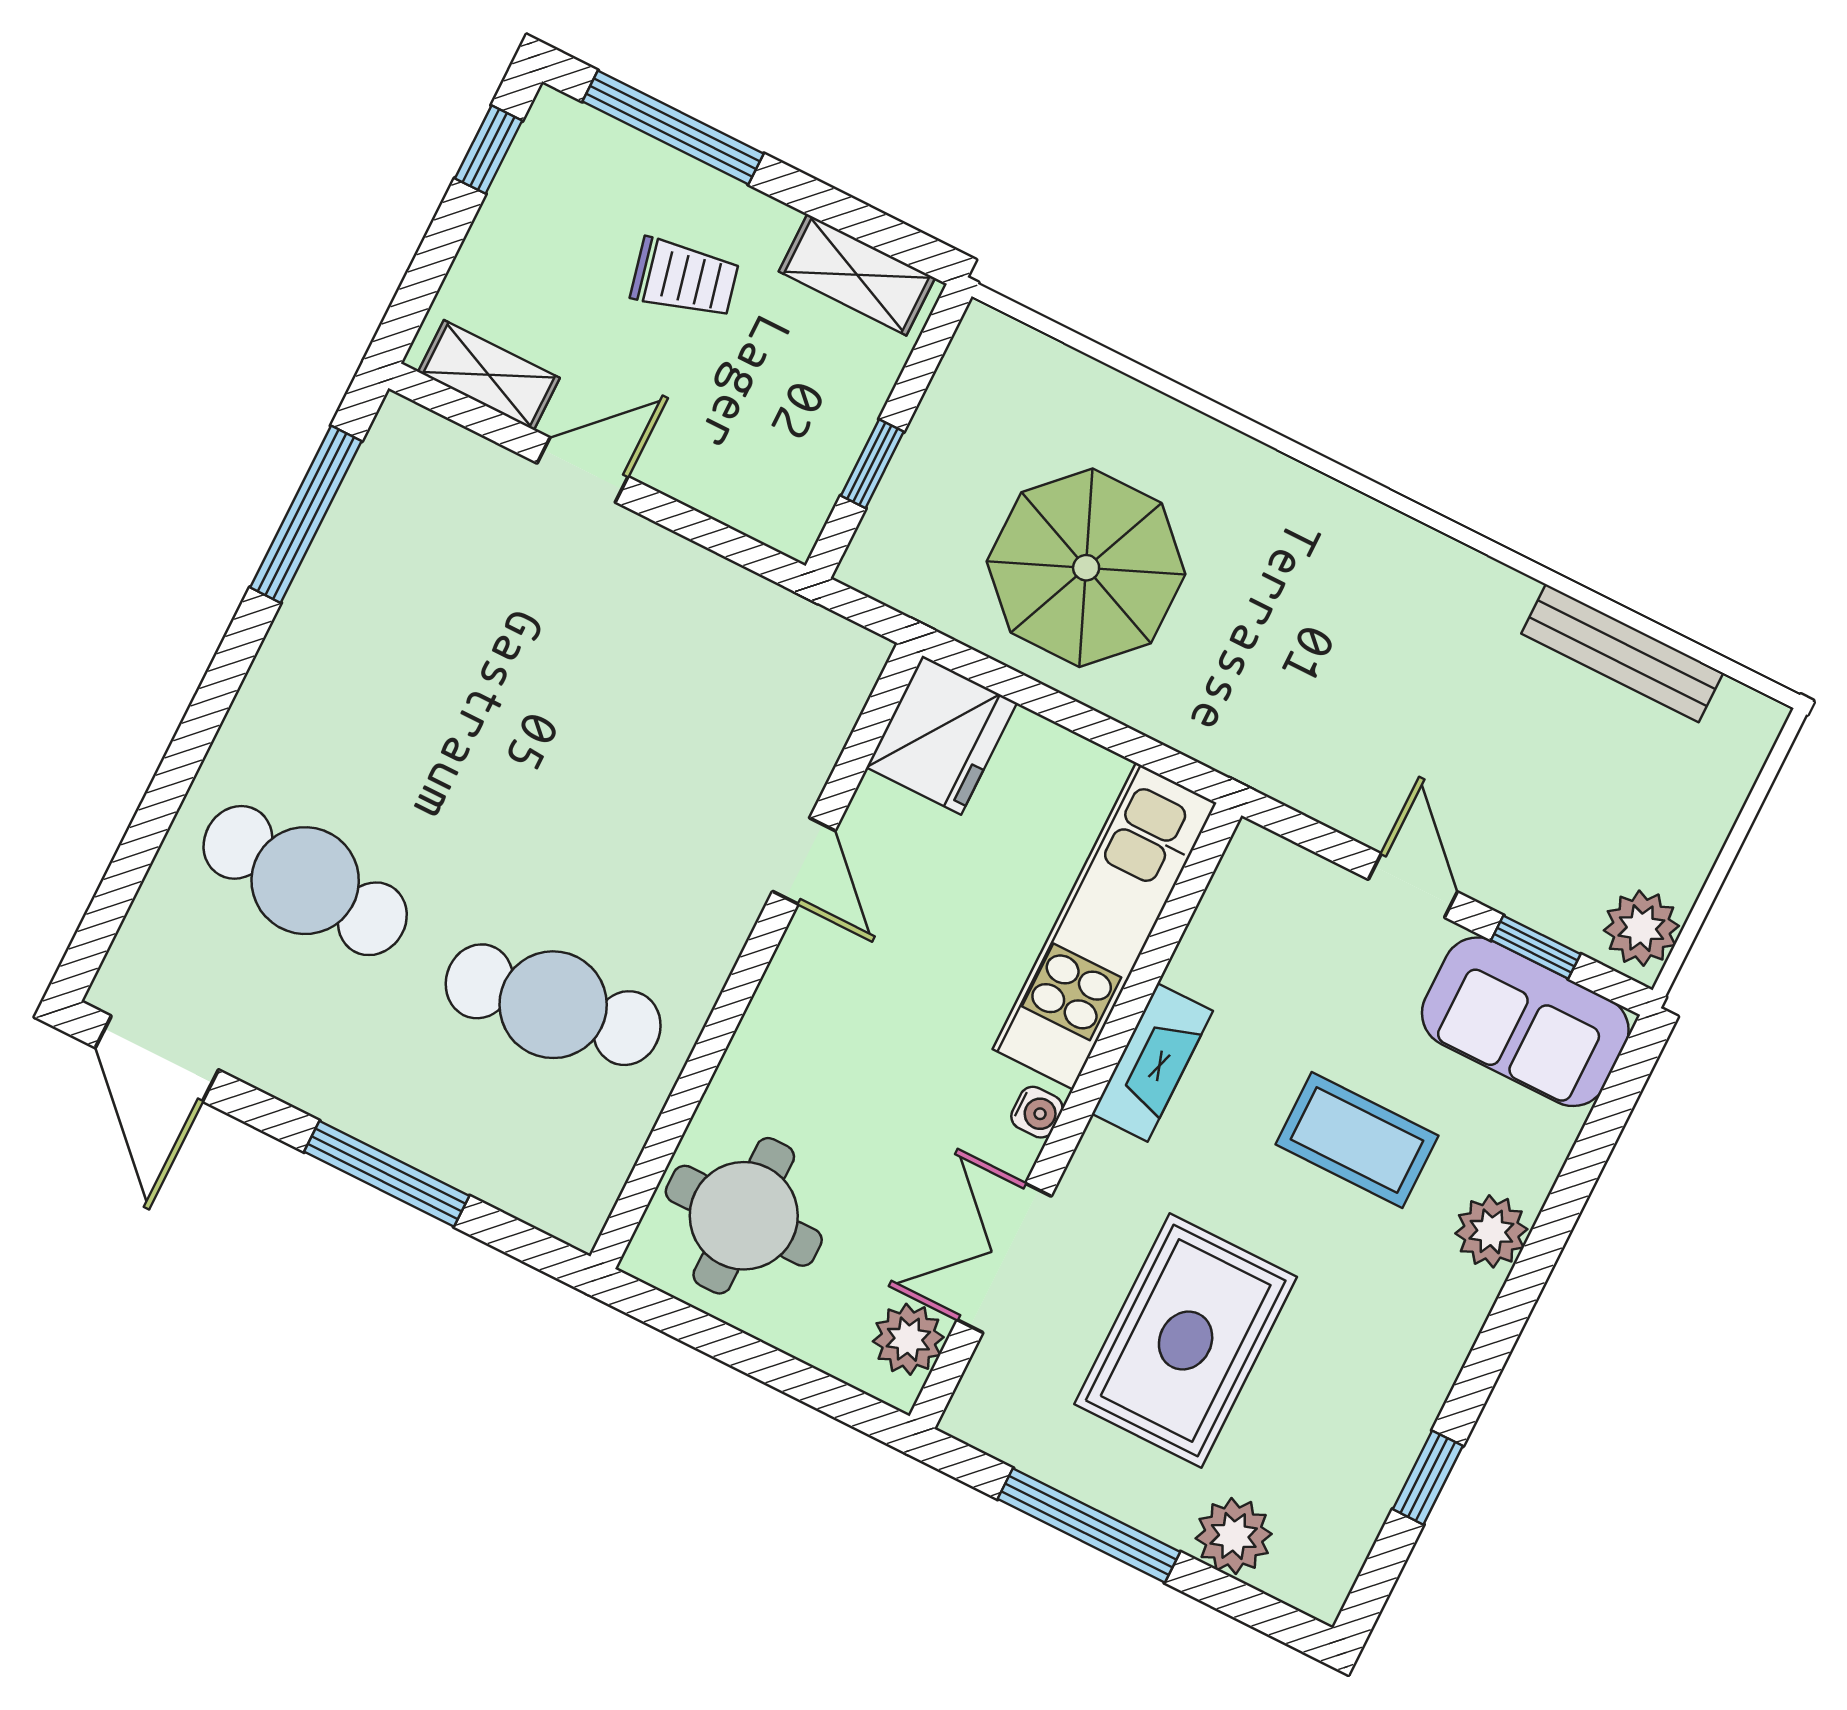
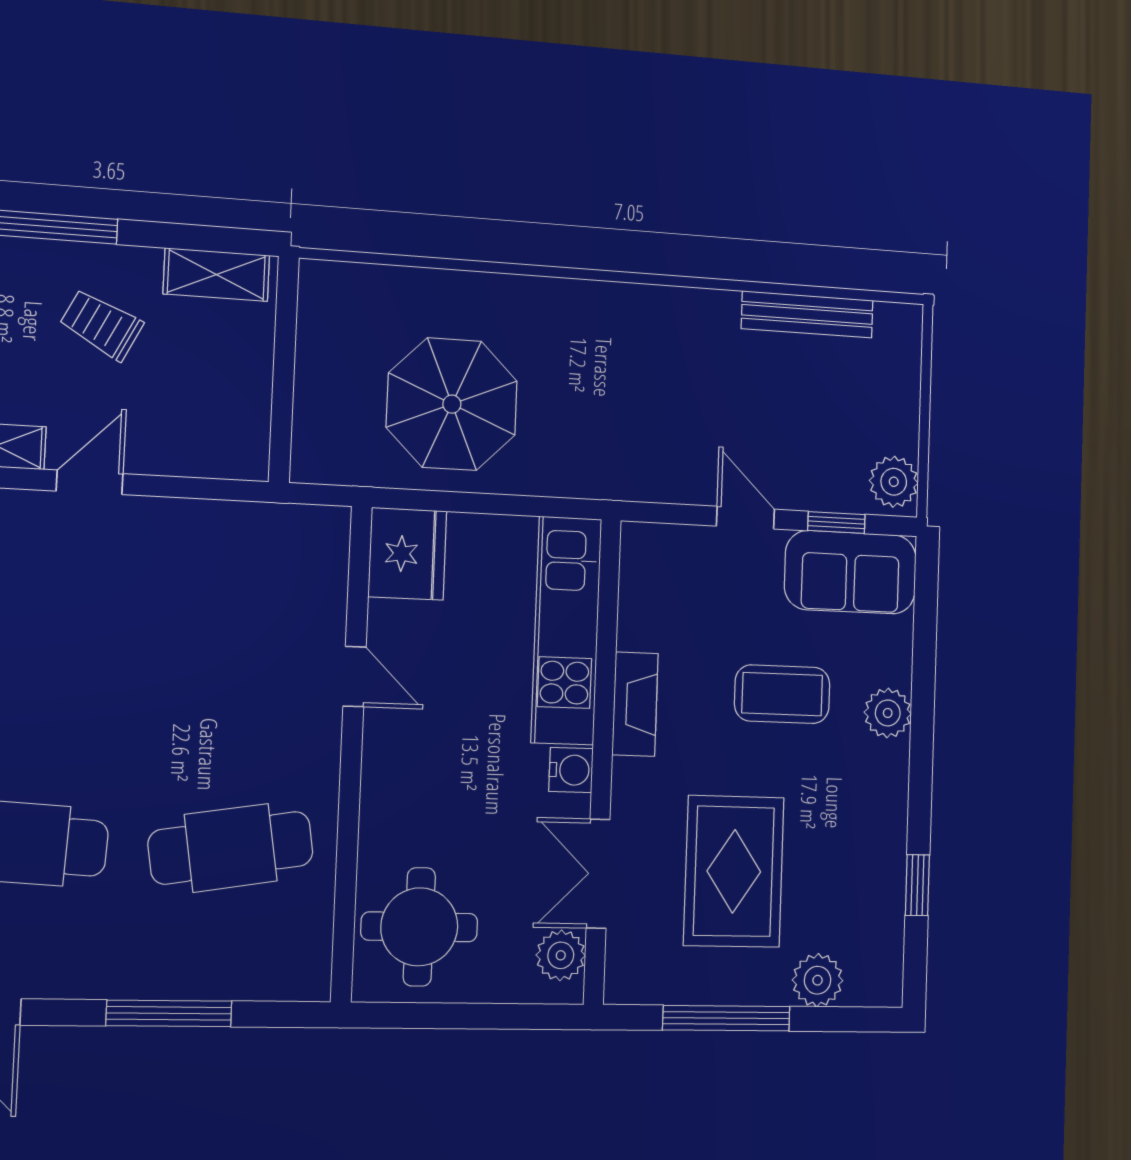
trolley: (685, 278) -> (101, 325), turned -140
window: (872, 464) -> (283, 395), removed
water cooler: (1037, 1112) -> (571, 770), width x1.38, depth x1.38

